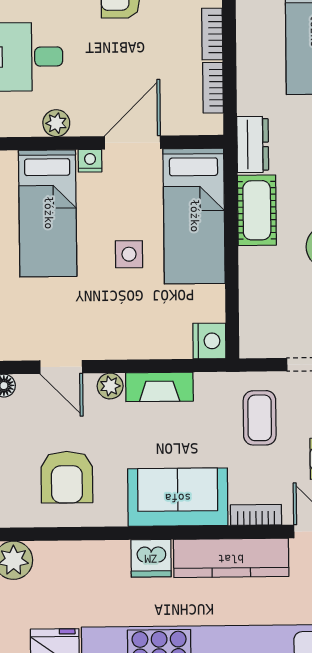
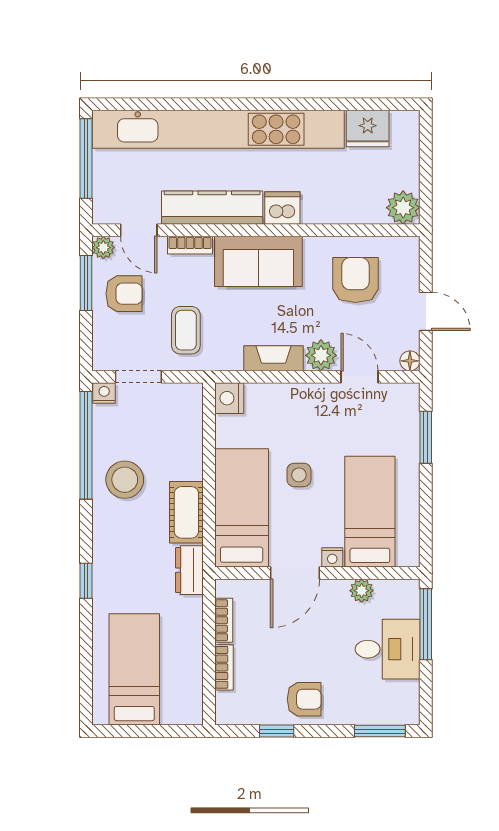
plant: (110, 386) -> (321, 355), width x1.38, depth x1.38

